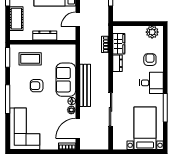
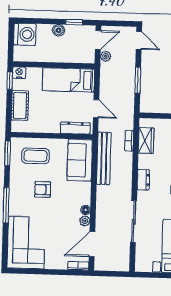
door: (78, 19) -> (96, 109), swing flipped
dresser: (45, 35) -> (75, 128), moved
dresser: (117, 63) -> (143, 180), moved
sofa: (66, 80) -> (80, 160), moved
bench: (85, 85) -> (104, 158), moved

